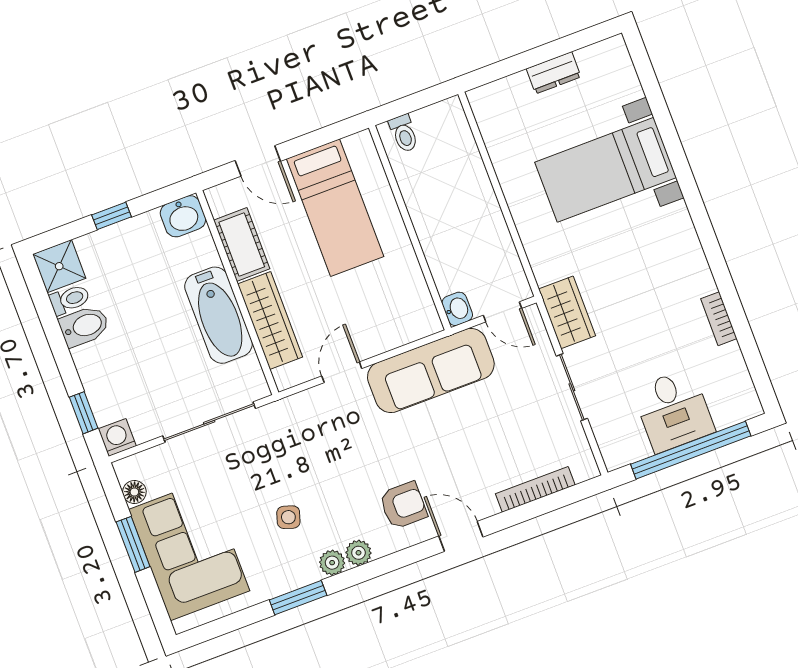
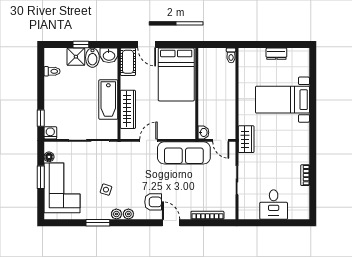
toilet: (404, 133) -> (231, 55), moved
bed: (335, 208) -> (176, 74), width x1.50
cot: (242, 244) -> (128, 62), moved
shower: (59, 266) -> (76, 57), moved
wardrobe: (567, 312) -> (246, 139), moved
bidet: (84, 326) -> (92, 58), moved, turned 90
window: (691, 450) -> (275, 223), removed

